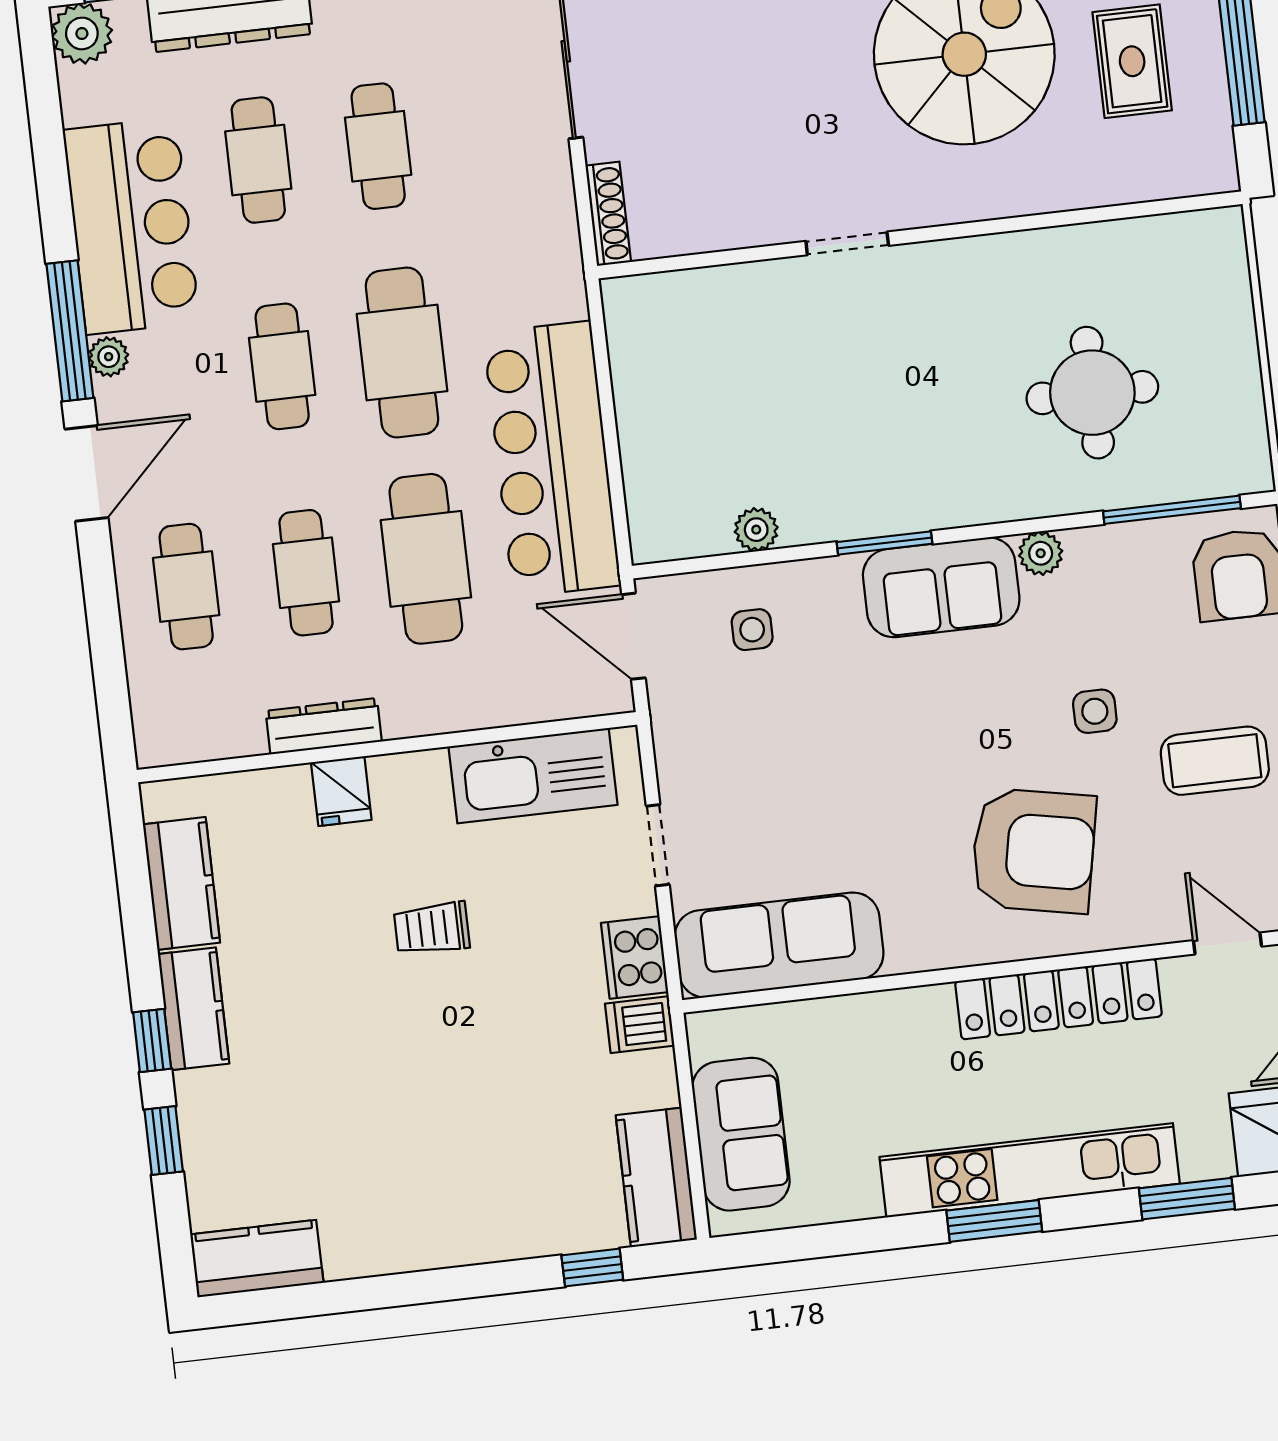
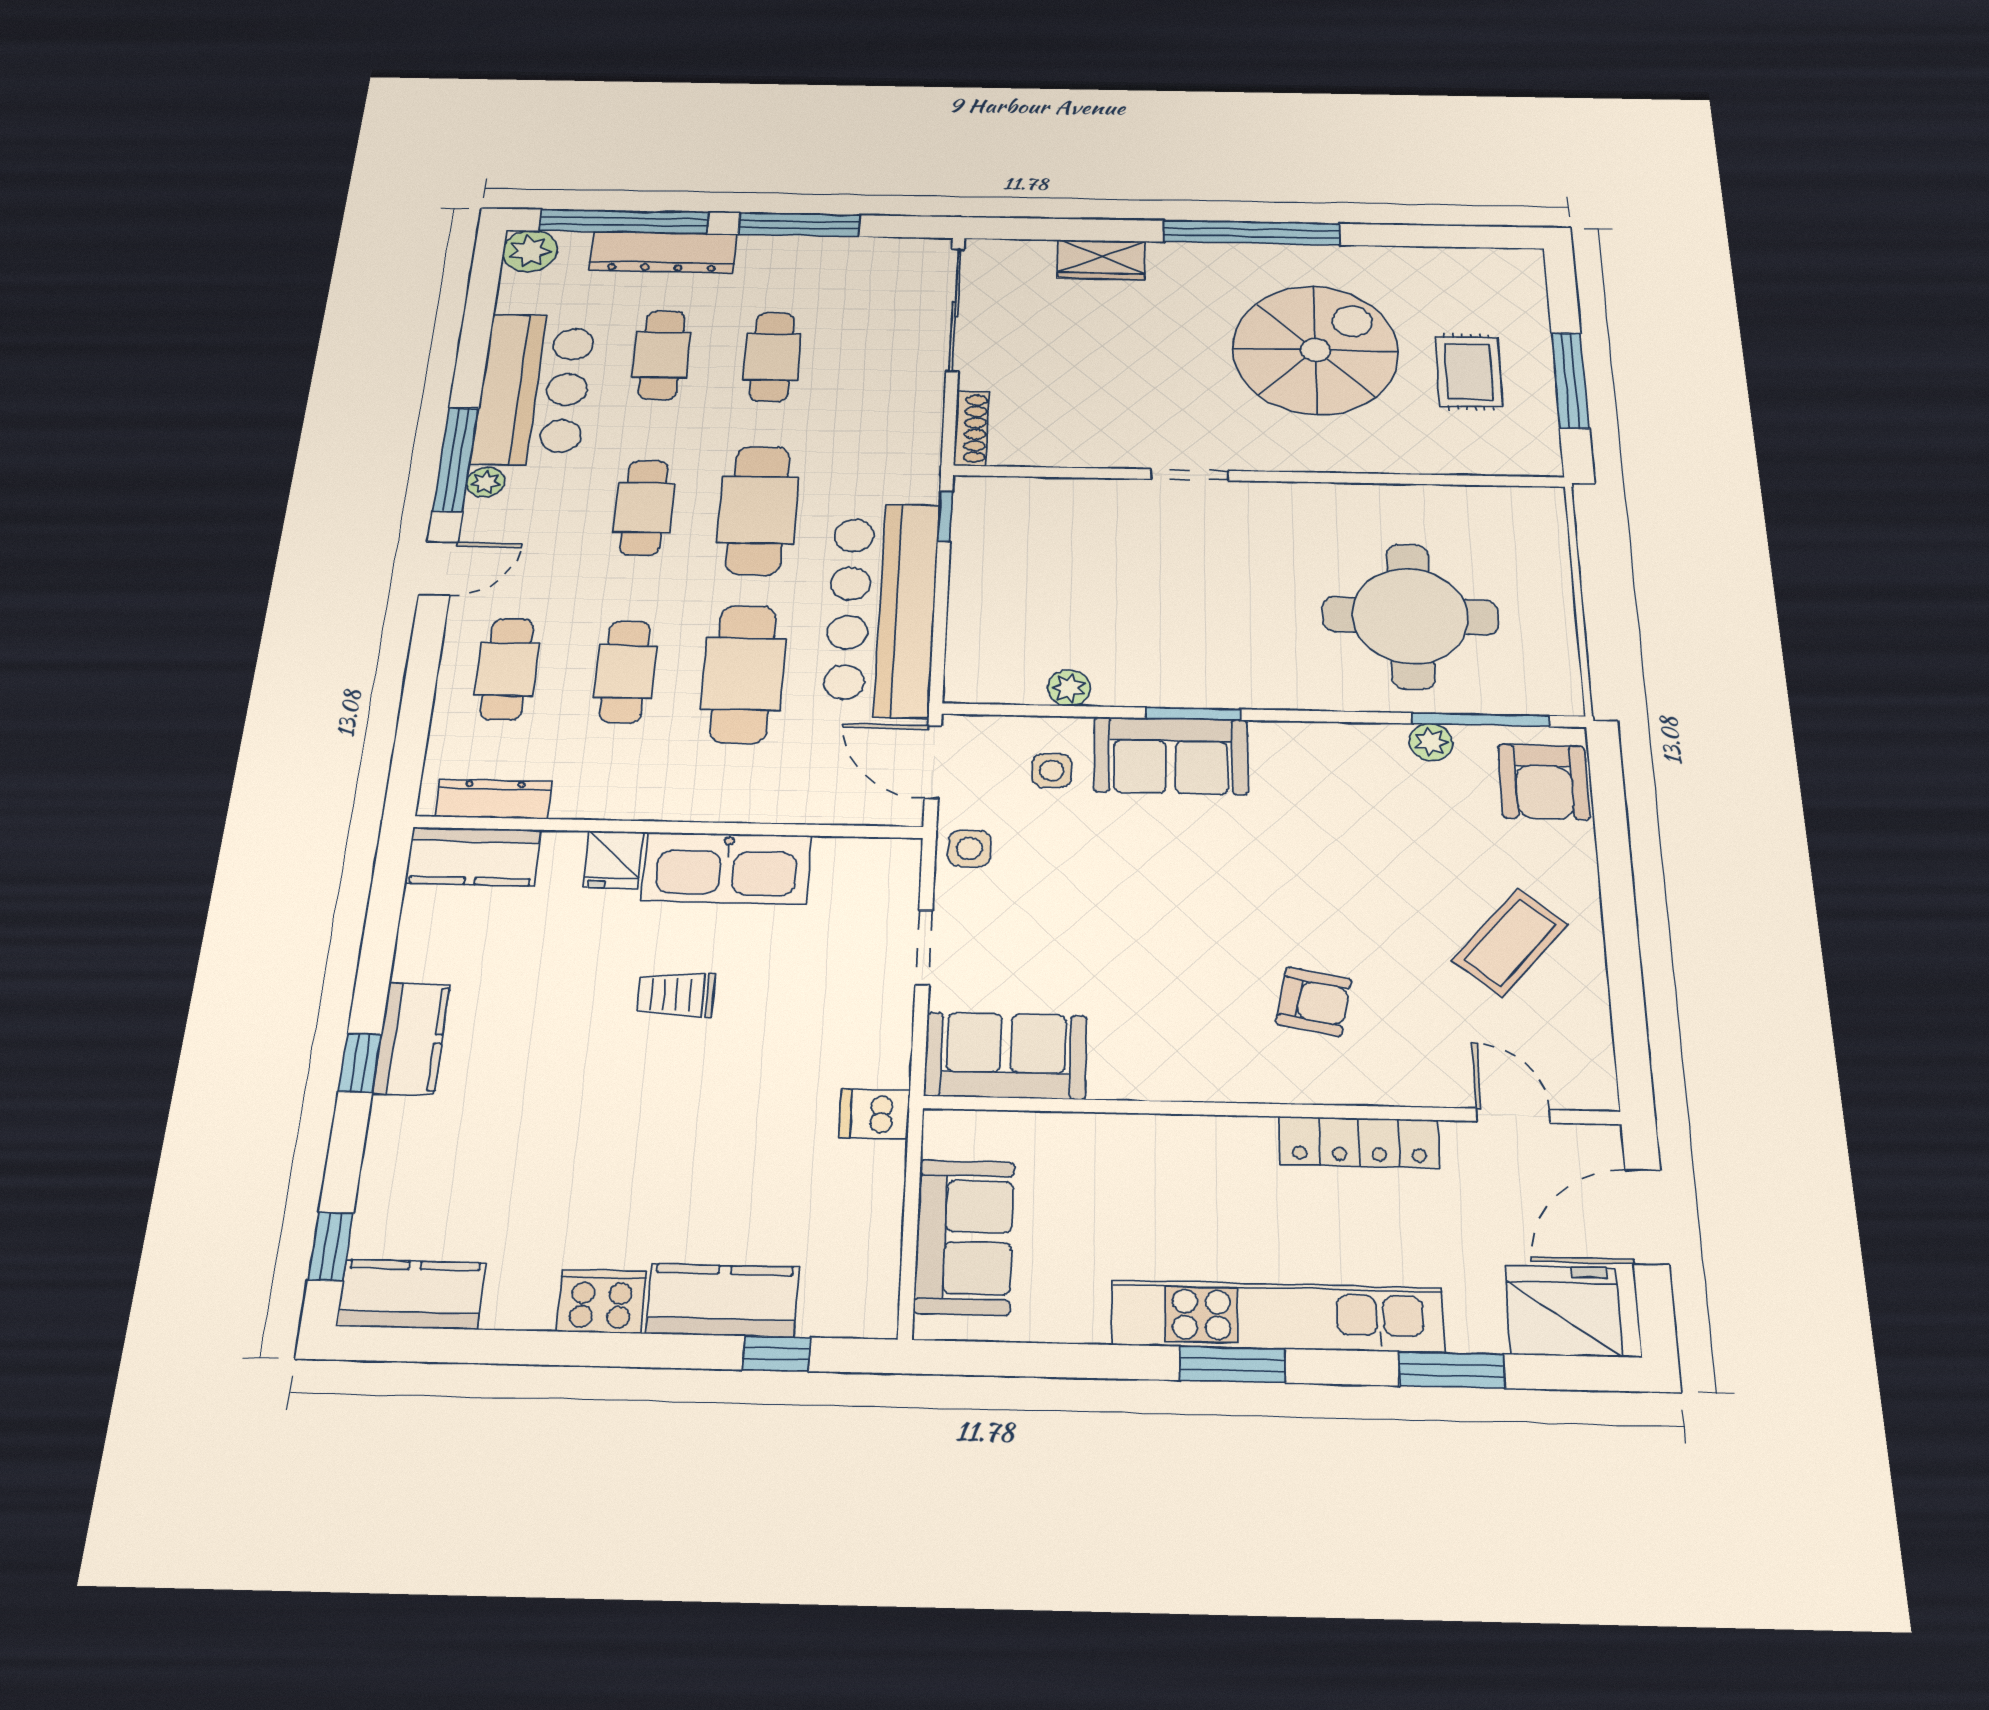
window: (598, 333) -> (945, 516), added
round table: (1092, 393) -> (1410, 616), width x1.36, depth x1.36
door: (86, 473) -> (438, 568), width x0.73
plant: (1041, 553) -> (1431, 742), moved
sofa: (941, 587) -> (1171, 756), moved
side table: (1095, 711) -> (970, 848), moved
dresser: (324, 726) -> (493, 799), moved
coffee table: (1215, 761) -> (1510, 942), turned -50
kitchen sink: (533, 776) -> (727, 868), moved
armchair: (1033, 851) -> (1314, 1001), width x0.53, depth x0.53
kitchen counter: (181, 883) -> (473, 856), moved, turned 90
sofa: (779, 945) -> (1006, 1056), width x0.73
cooker: (635, 957) -> (601, 1301), moved, turned 90
locker: (1059, 999) -> (1359, 1142), width x0.71, depth x0.83
window: (164, 1140) -> (331, 1246), moved
kitchen counter: (656, 1177) -> (723, 1300), moved, turned 90

